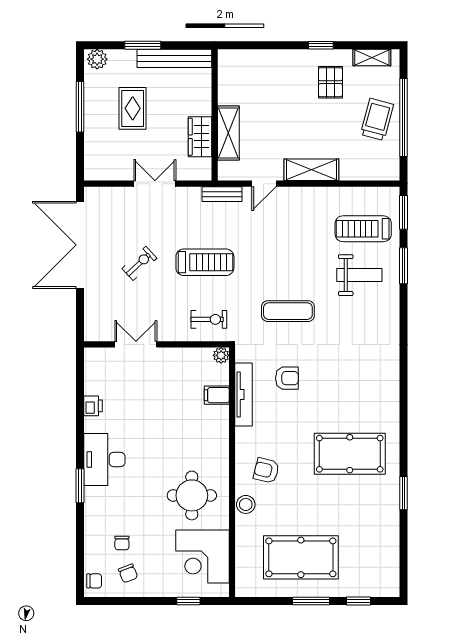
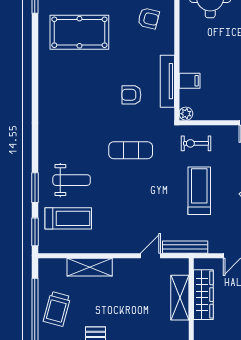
wardrobe: (200, 137) -> (203, 295), width x1.50
shelving: (311, 170) -> (90, 267), moved
bench: (222, 194) -> (185, 247), width x1.36
treadmill: (205, 262) -> (199, 191), turned 90
weight bench: (359, 275) -> (72, 180), turned 180

